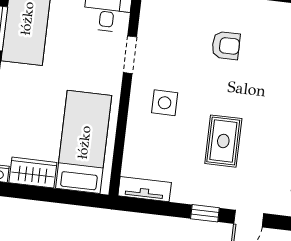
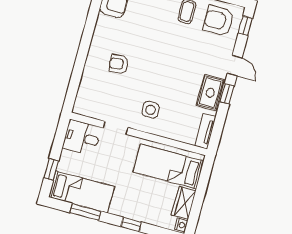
armchair: (226, 45) -> (119, 64), turned -96
rug: (223, 141) -> (210, 93), moved, turned 90

